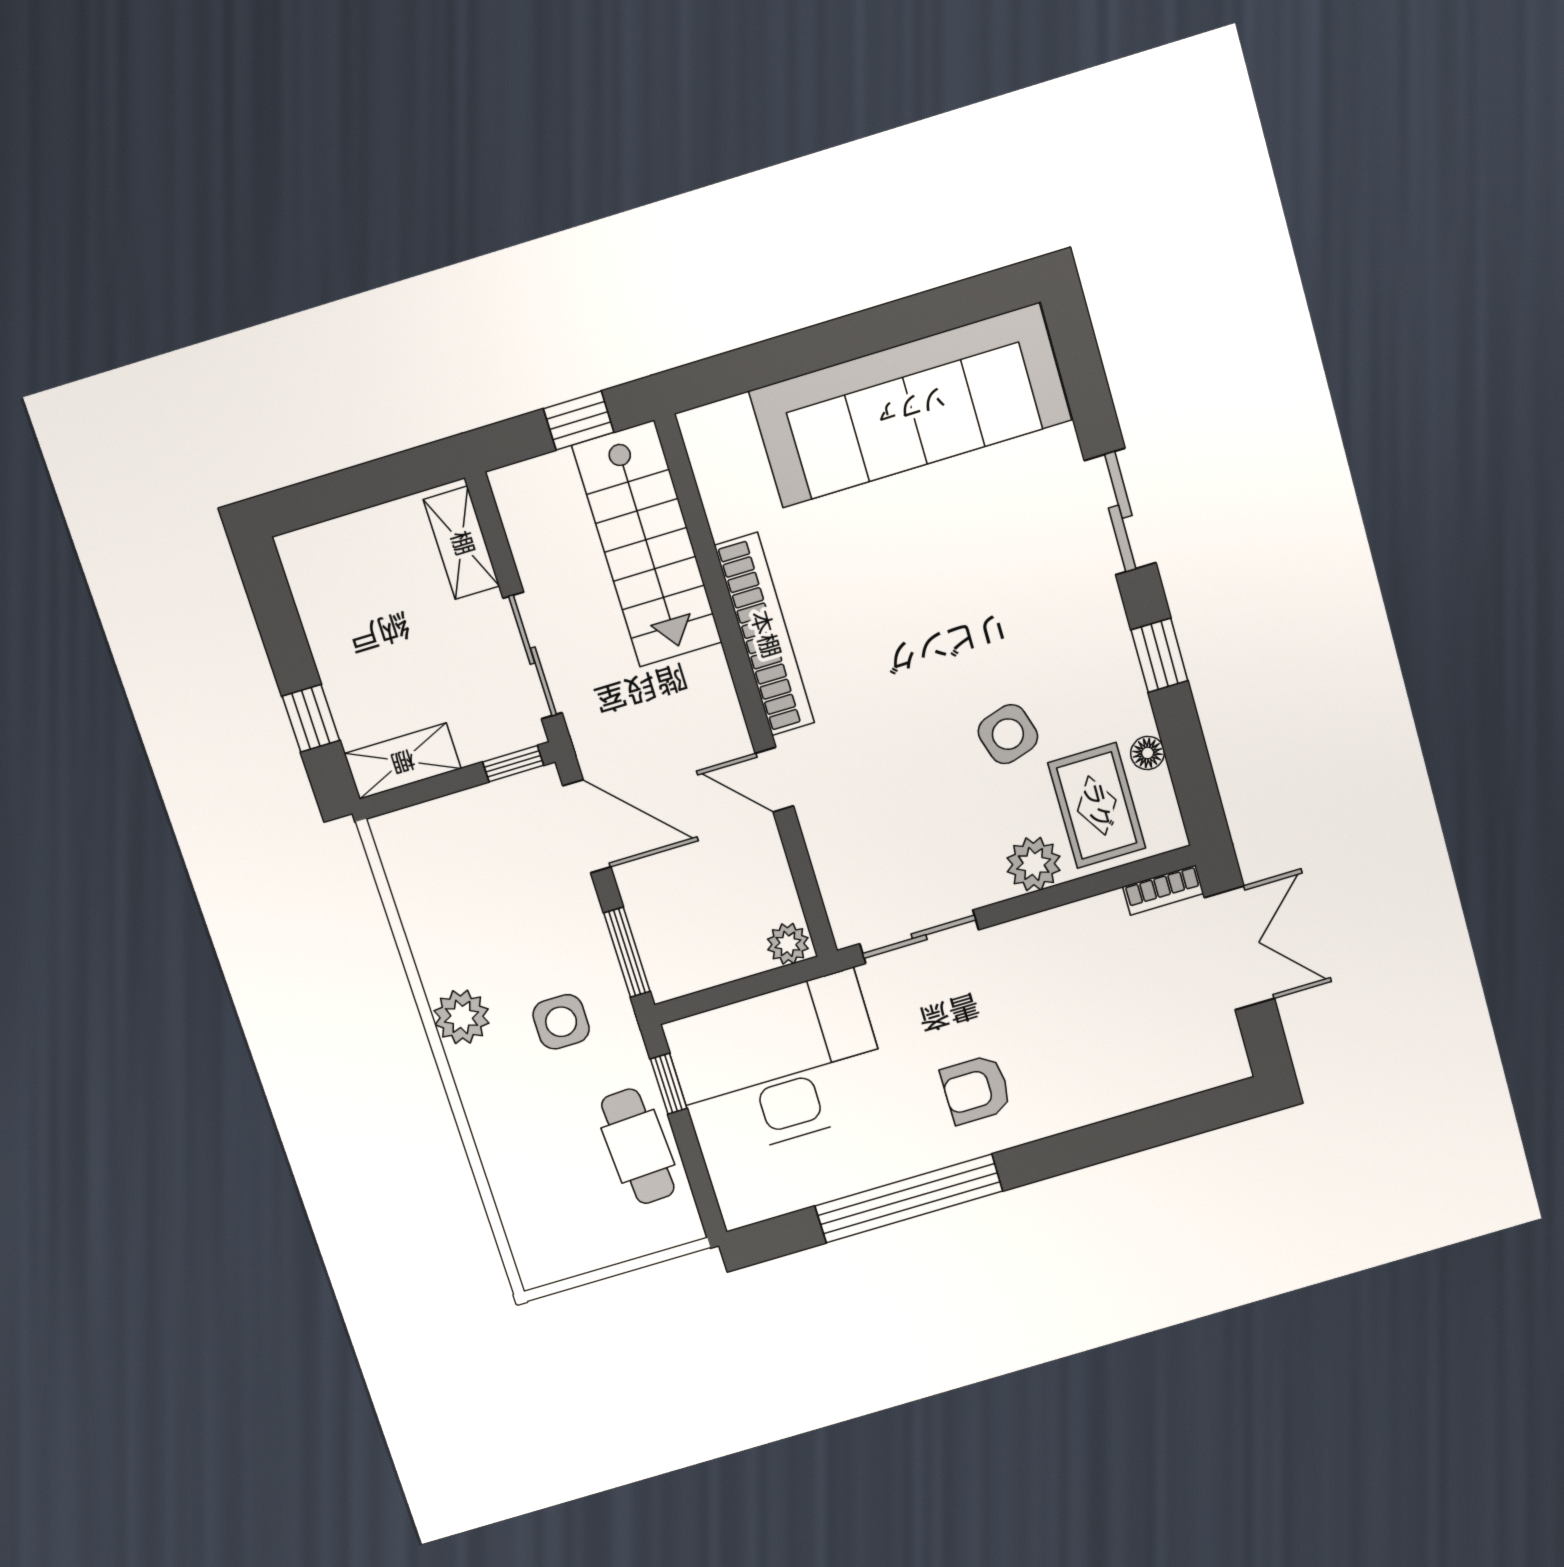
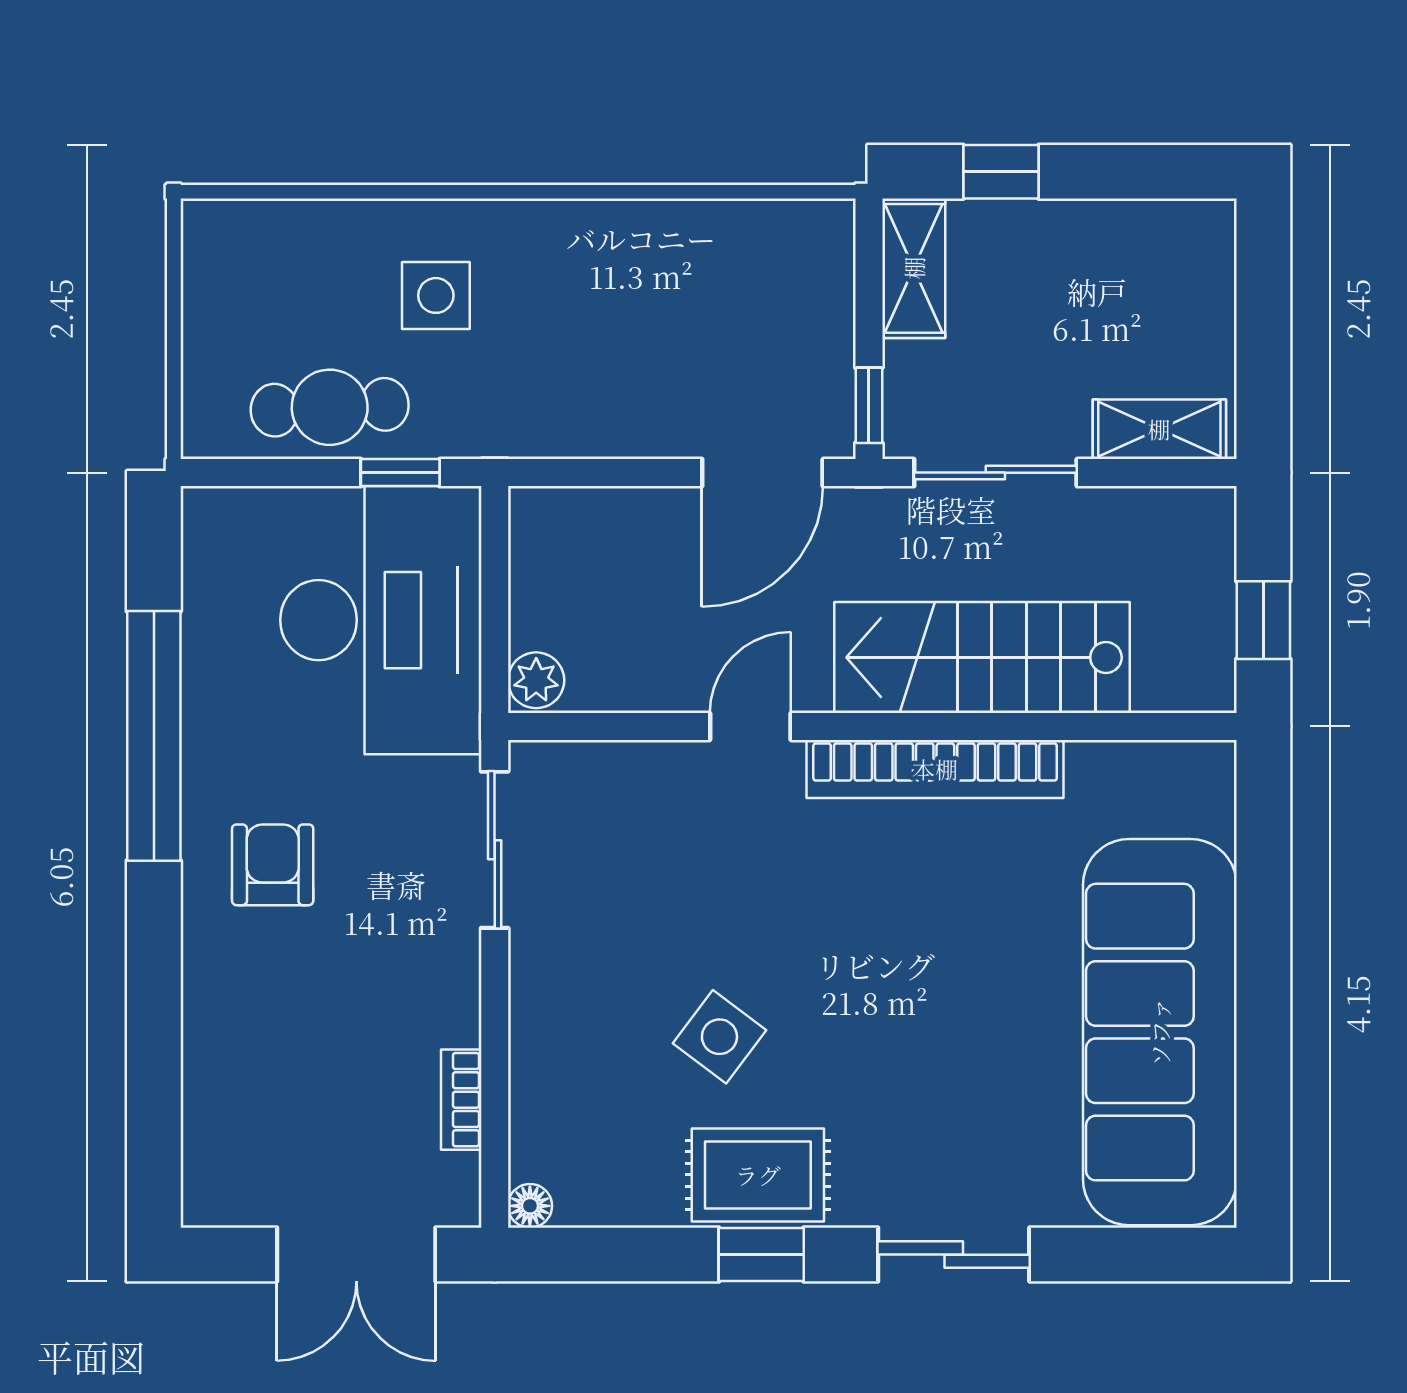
stairs: (647, 544) -> (982, 657), moved
side table: (1008, 734) -> (719, 1037), turned -36
floor lamp: (1148, 753) -> (530, 1206), moved
rug: (1097, 806) -> (758, 1175), moved
plant: (1034, 864) -> (544, 1022), removed
bookcase: (1163, 890) -> (461, 1100), moved
window: (627, 952) -> (587, 473), removed
plant: (462, 1017) -> (567, 236), removed
side table: (561, 1022) -> (436, 295), moved

